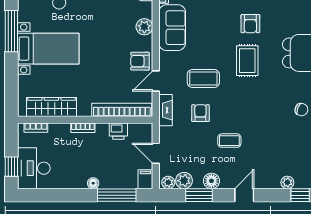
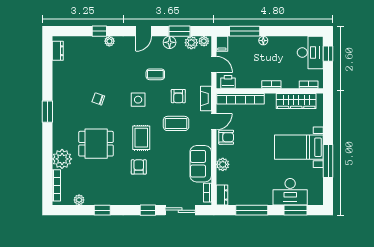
side table: (251, 109) -> (138, 100), added
printer: (118, 131) -> (228, 82), moved

